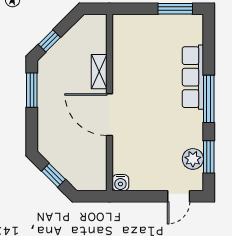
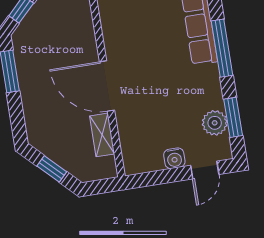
shelving: (99, 72) -> (102, 135), moved
water cooler: (120, 183) -> (174, 158), moved

